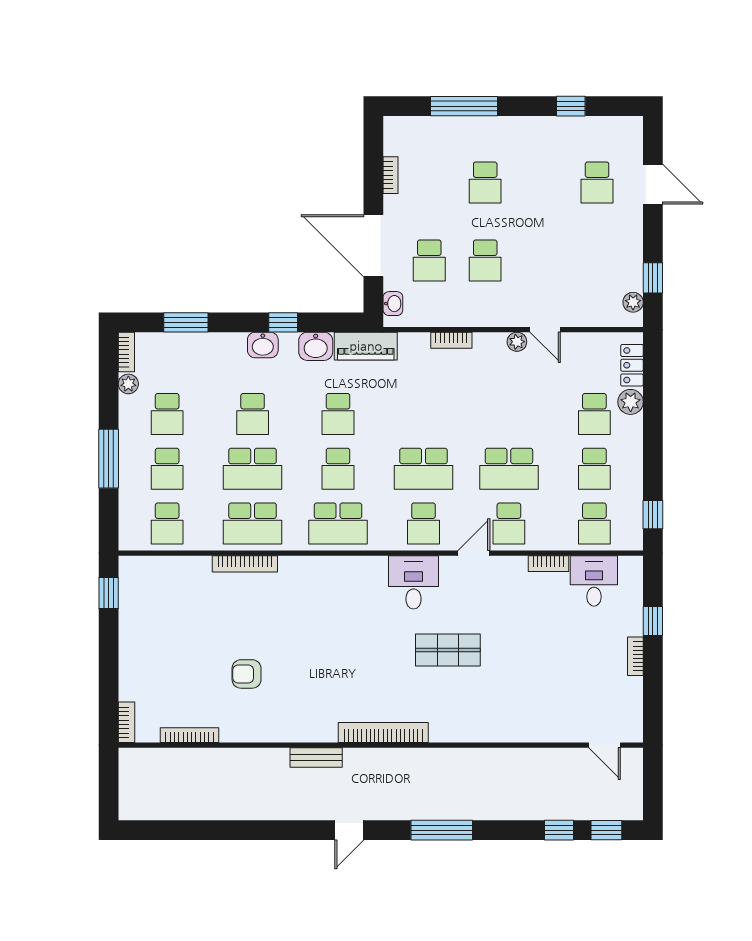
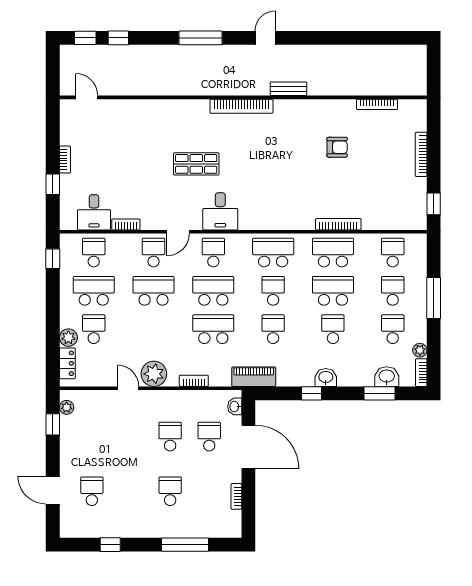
plant: (517, 342) -> (154, 374), width x1.88, depth x1.88
washbasin: (316, 346) -> (387, 377), moved
school desk: (423, 414) -> (213, 329), added
school desk: (594, 469) -> (94, 291), width x1.85
bookcase: (126, 722) -> (421, 154), moved, width x1.56

